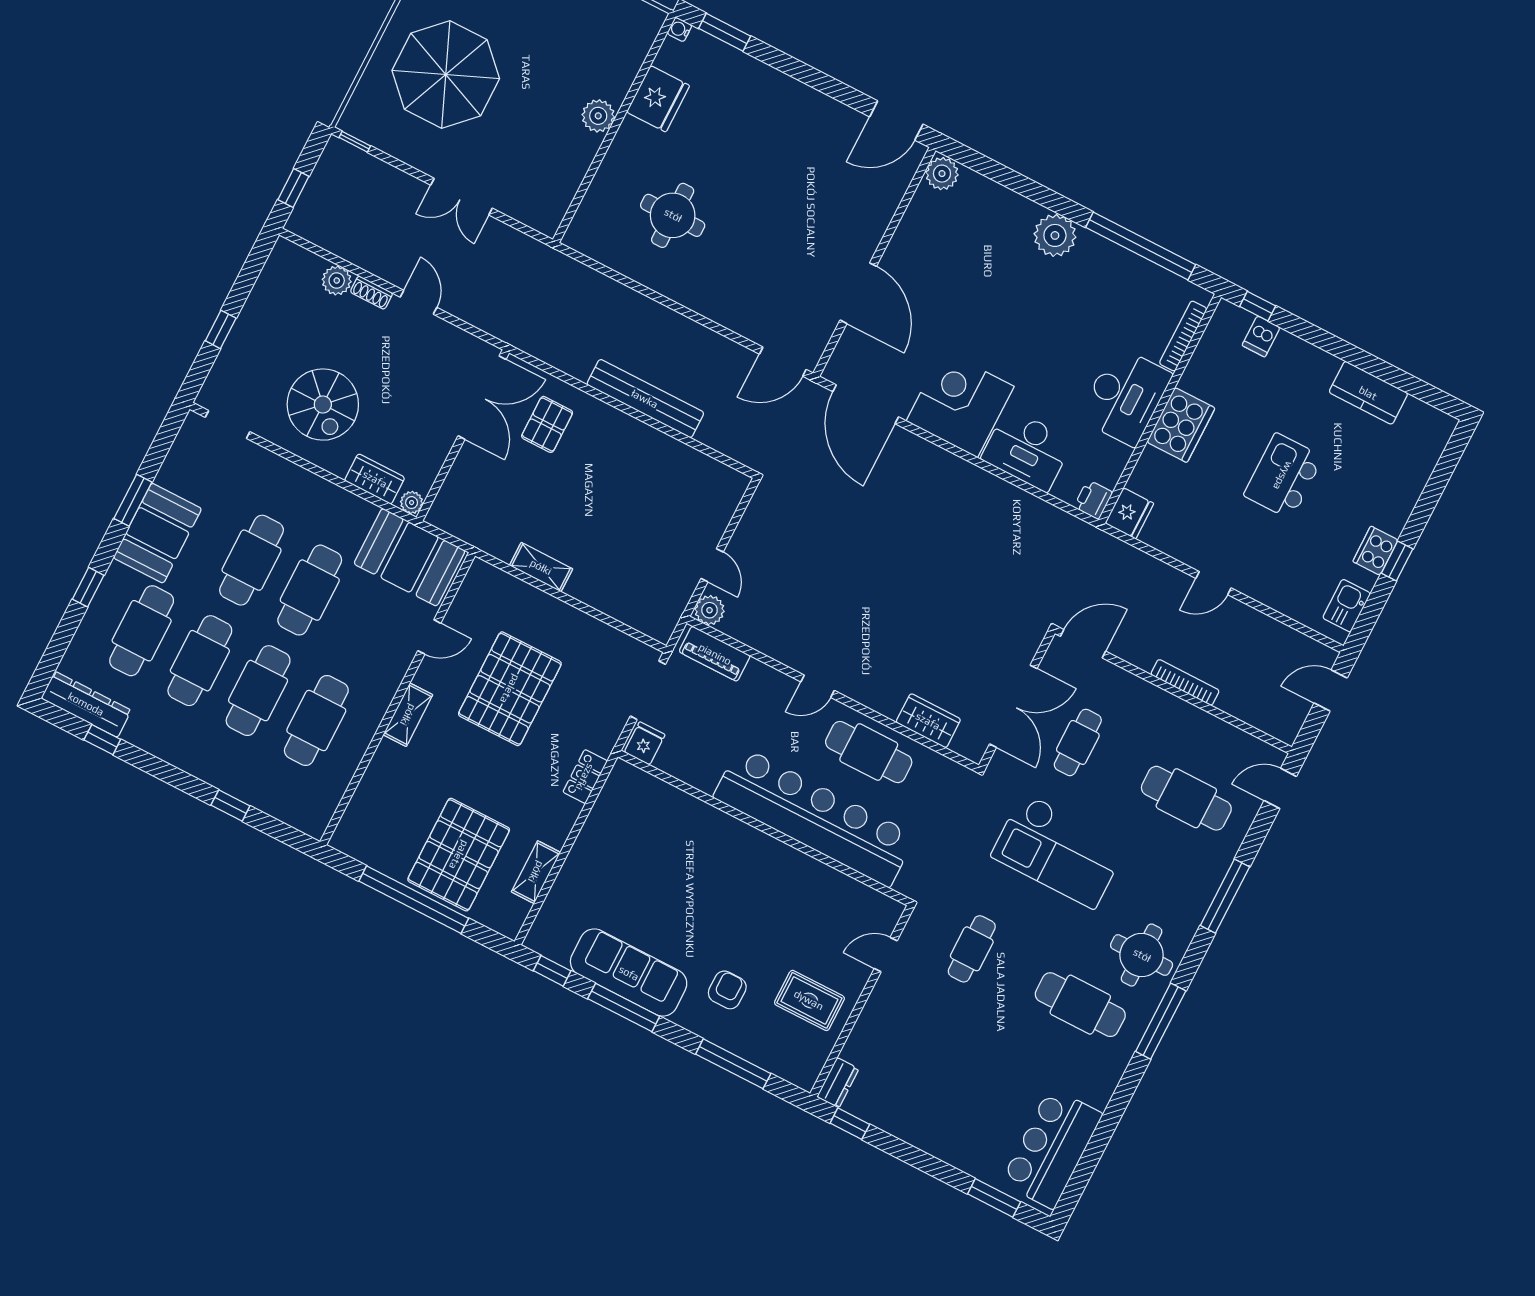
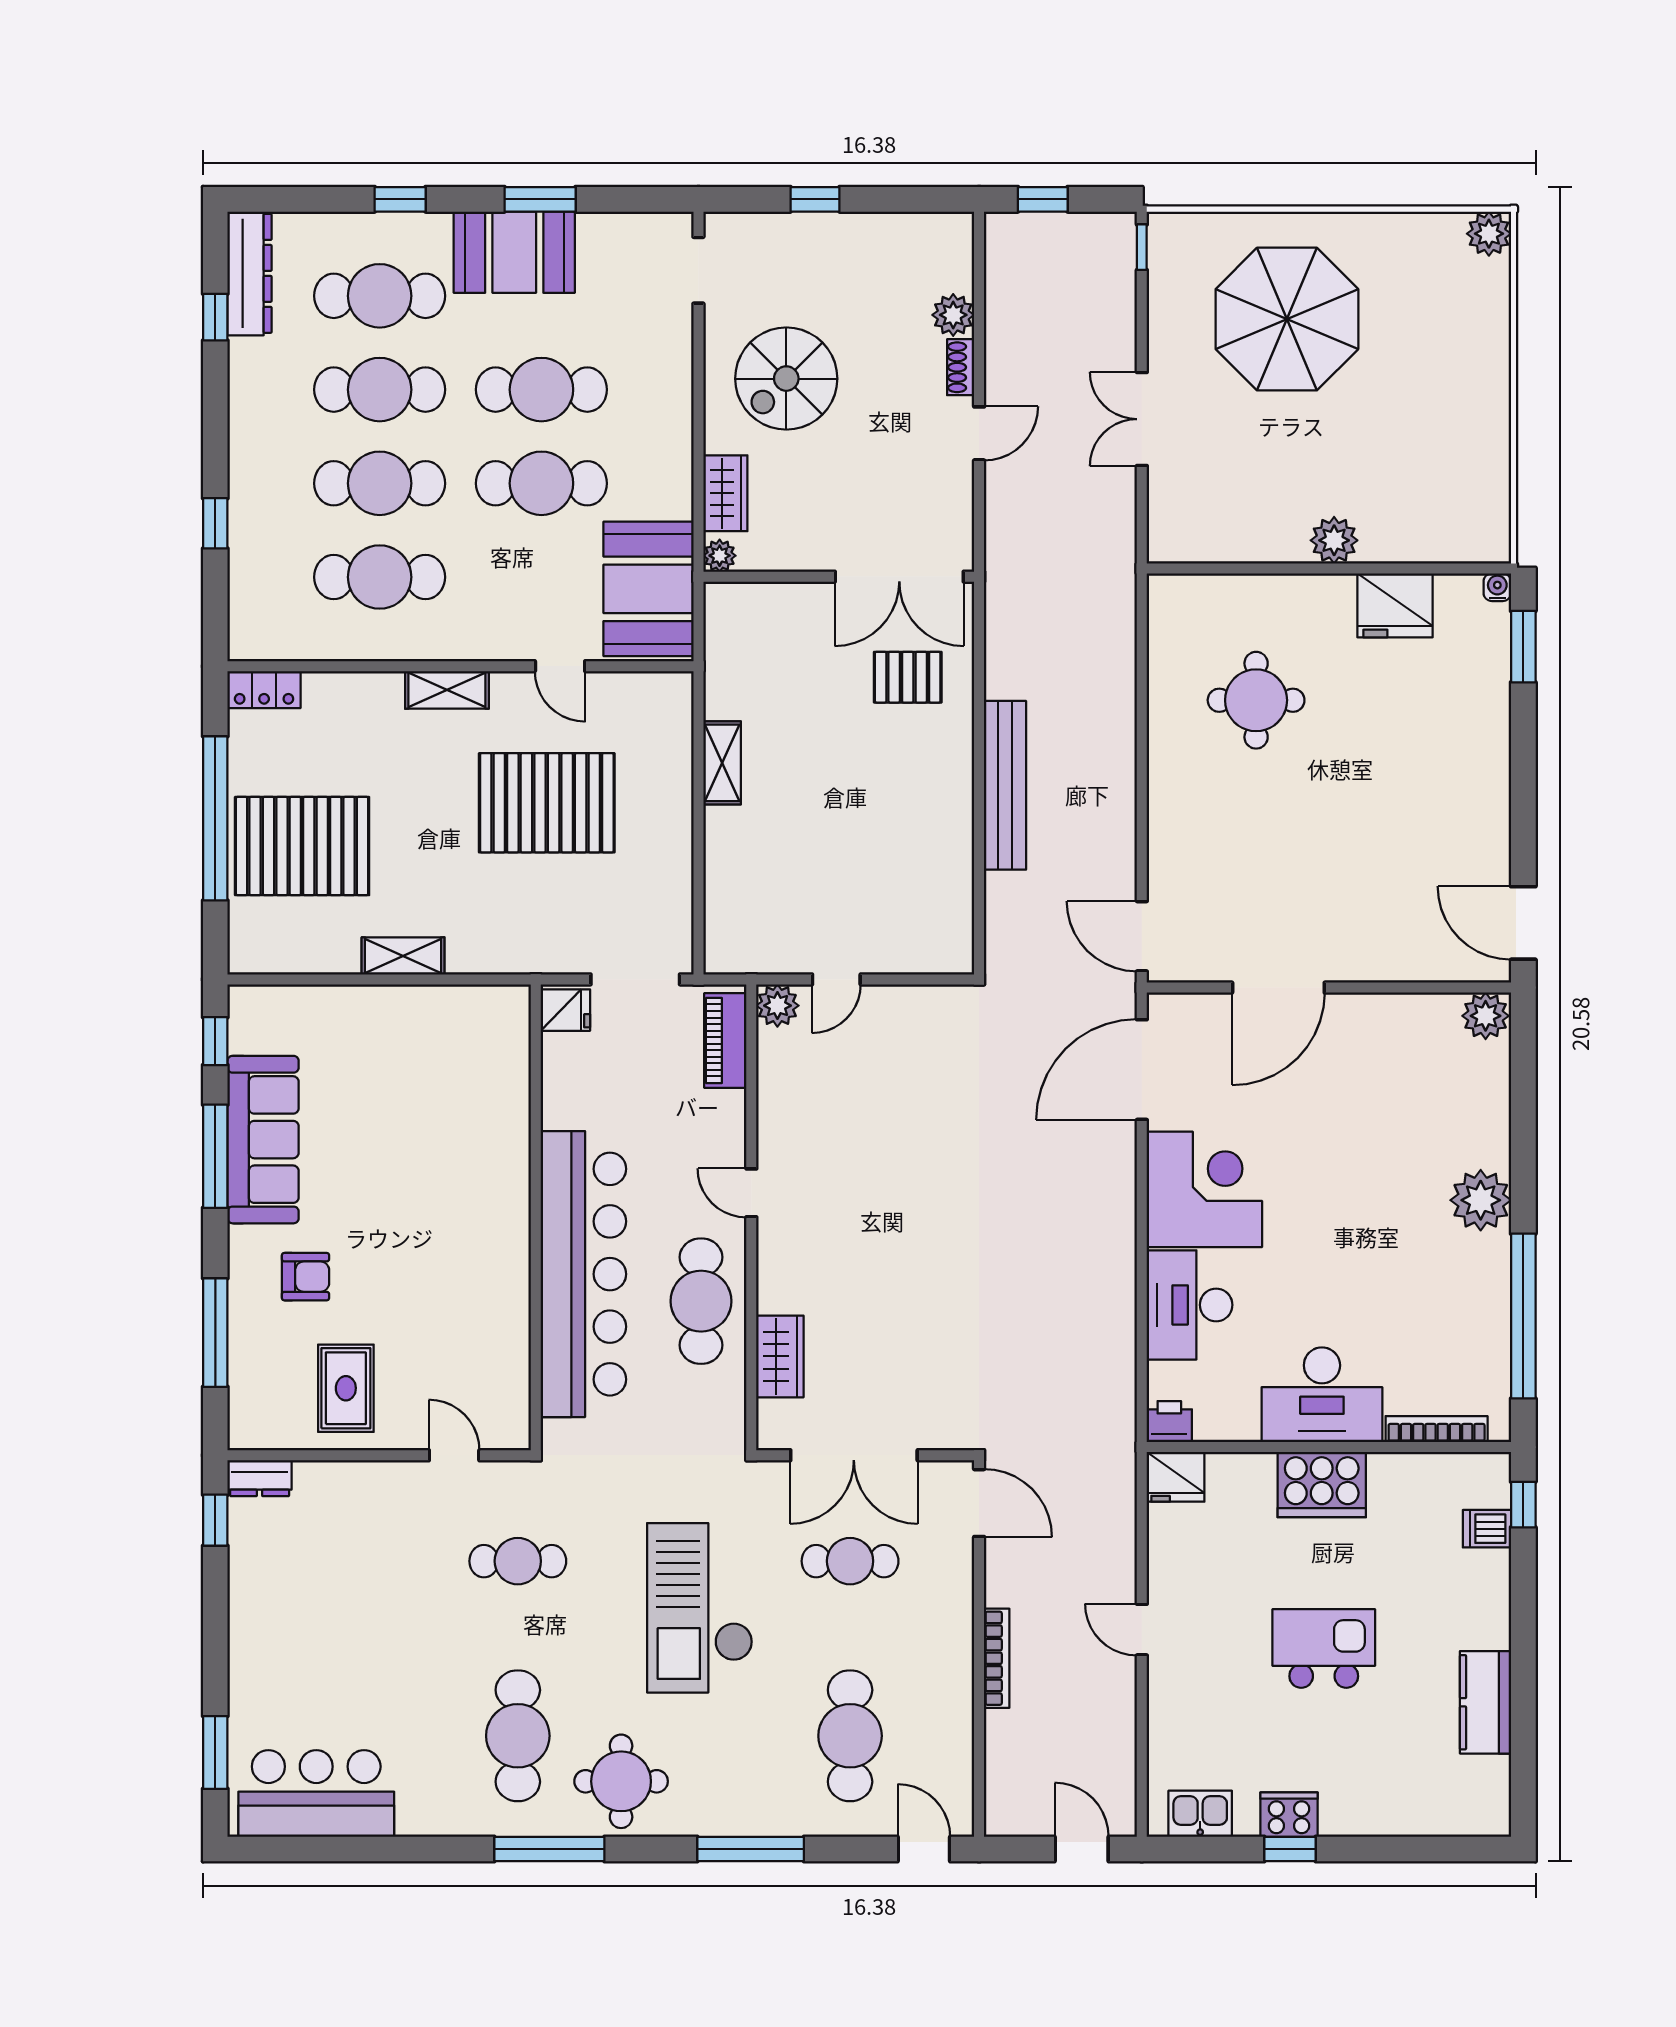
locker: (585, 777) -> (264, 690), moved, turned 180
shelving: (536, 872) -> (403, 956), moved

